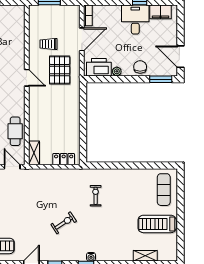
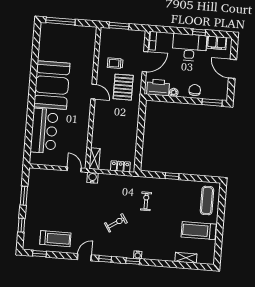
desk: (135, 19) -> (189, 47), width x1.37
door: (181, 57) -> (233, 69), moved
cafe table: (15, 131) -> (79, 138), removed
window: (122, 165) -> (172, 176), added
water cooler: (33, 174) -> (92, 178), added

